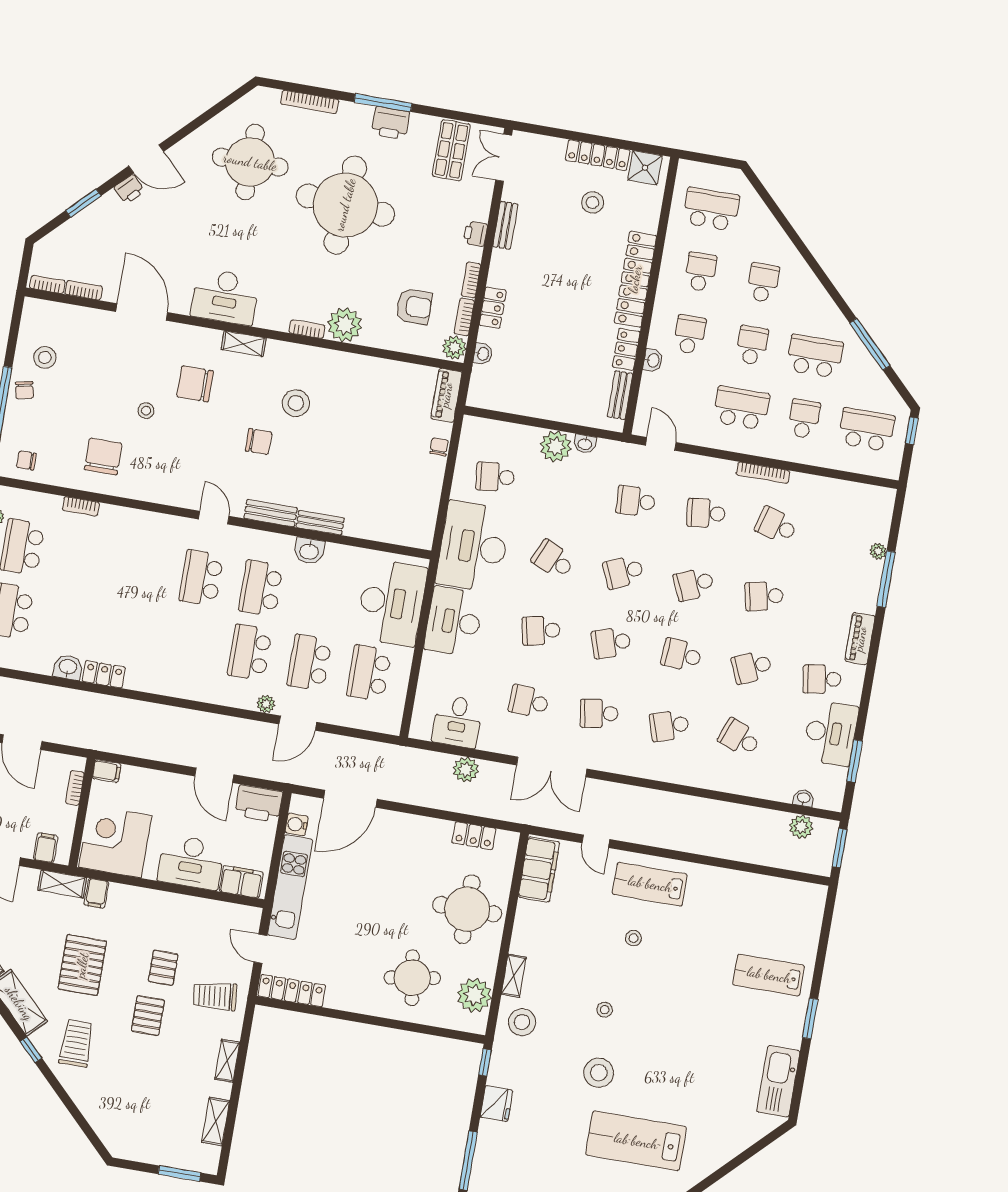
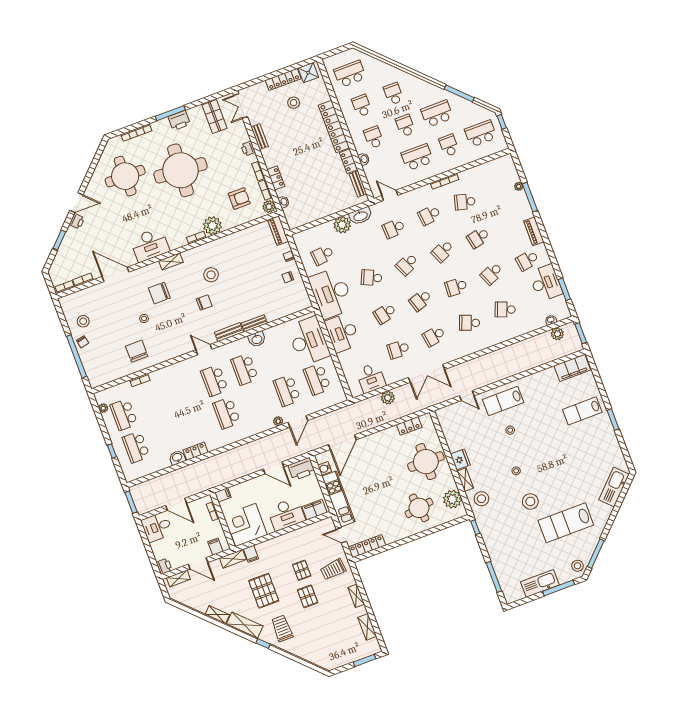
washbasin: (585, 444) -> (360, 216), width x1.91, depth x1.45
chair: (26, 460) -> (288, 277), moved
school desk: (250, 652) -> (227, 413), moved
school desk: (669, 726) -> (470, 323), turned 39
filing cabinet: (539, 869) -> (572, 368), moved, turned 90
kitchen sink: (778, 1081) -> (614, 487), moved, turned 45
fridge: (497, 1104) -> (460, 459), moved

